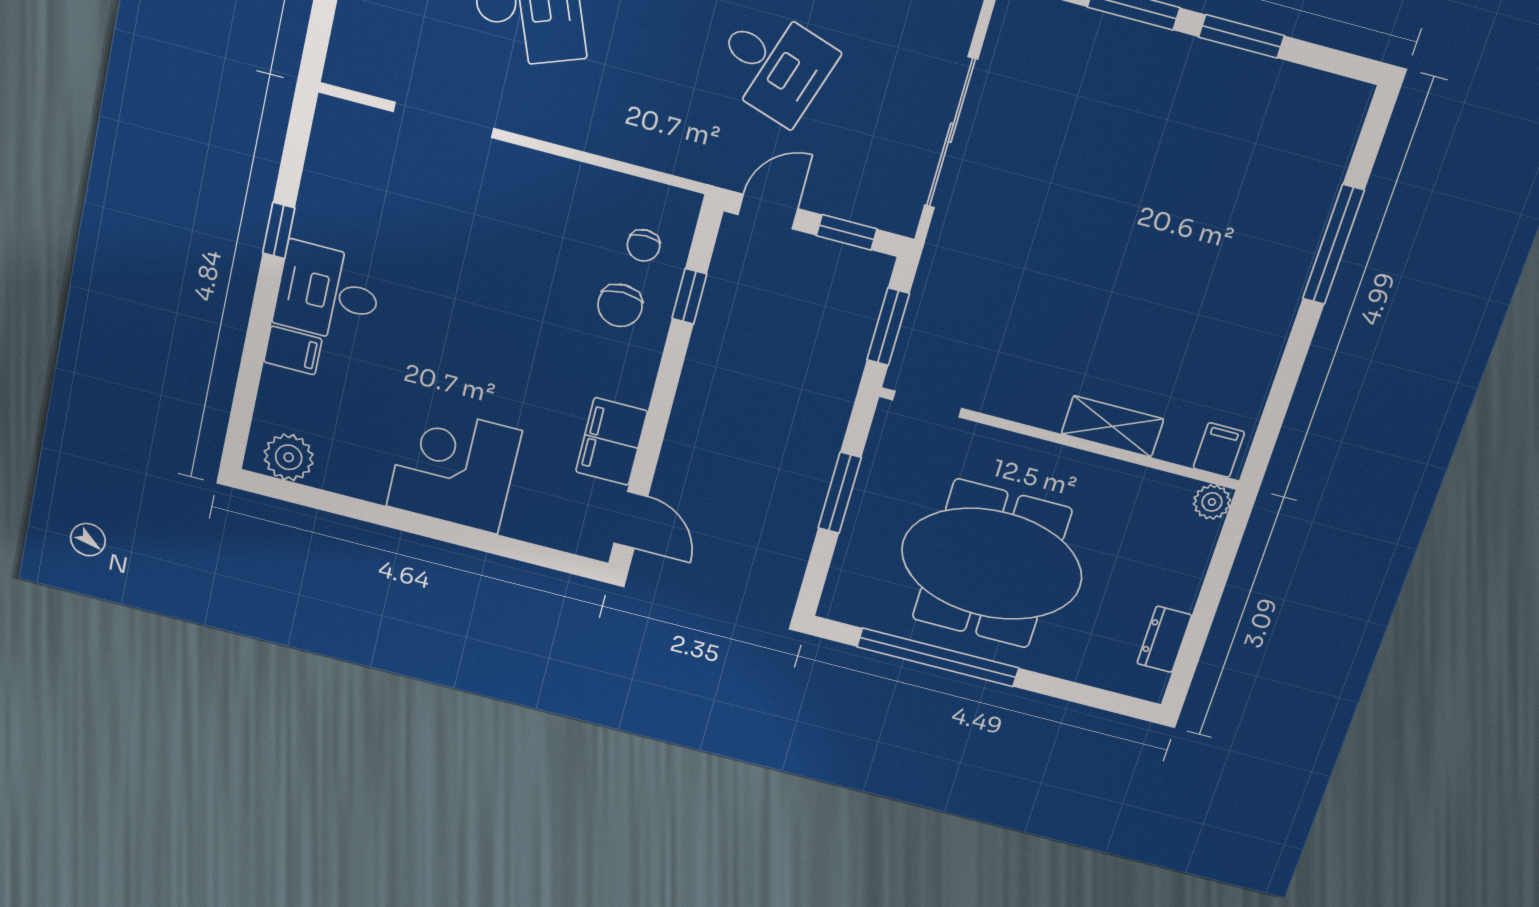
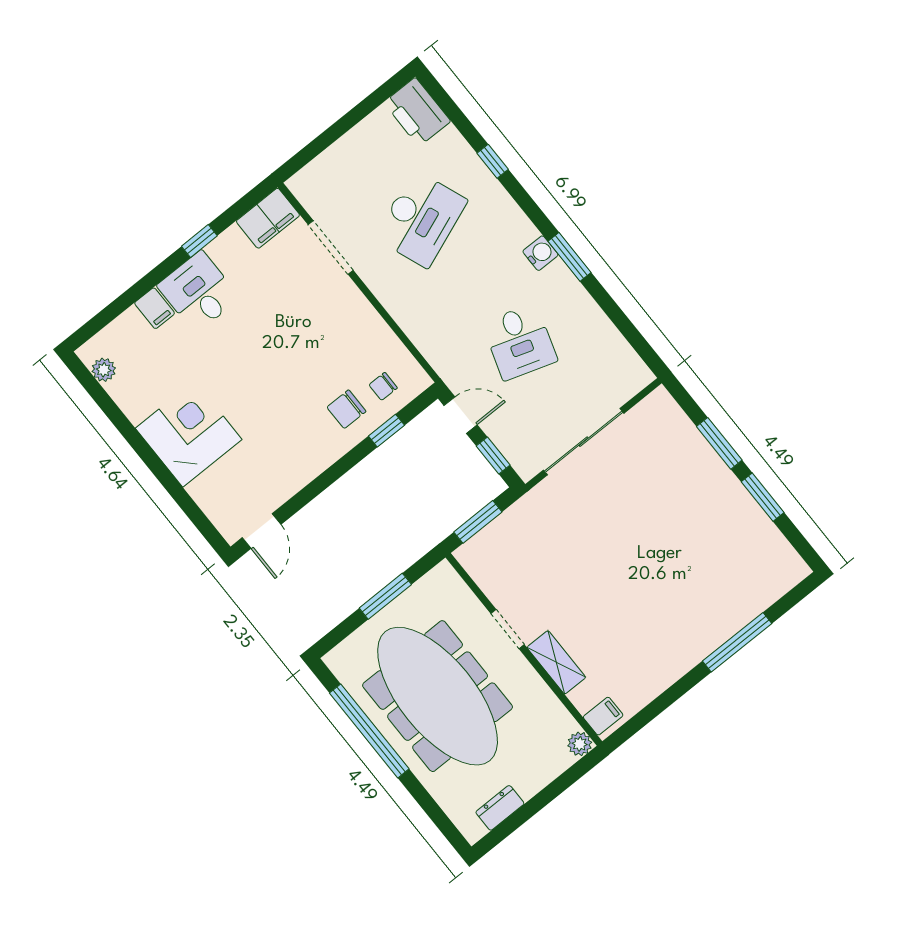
doorway: (927, 404) -> (507, 629), moved
filing cabinet: (612, 442) -> (268, 218), moved, turned 180
plant: (289, 457) -> (104, 370), width x0.73, depth x0.73
meeting table: (992, 564) -> (438, 696), width x1.36

